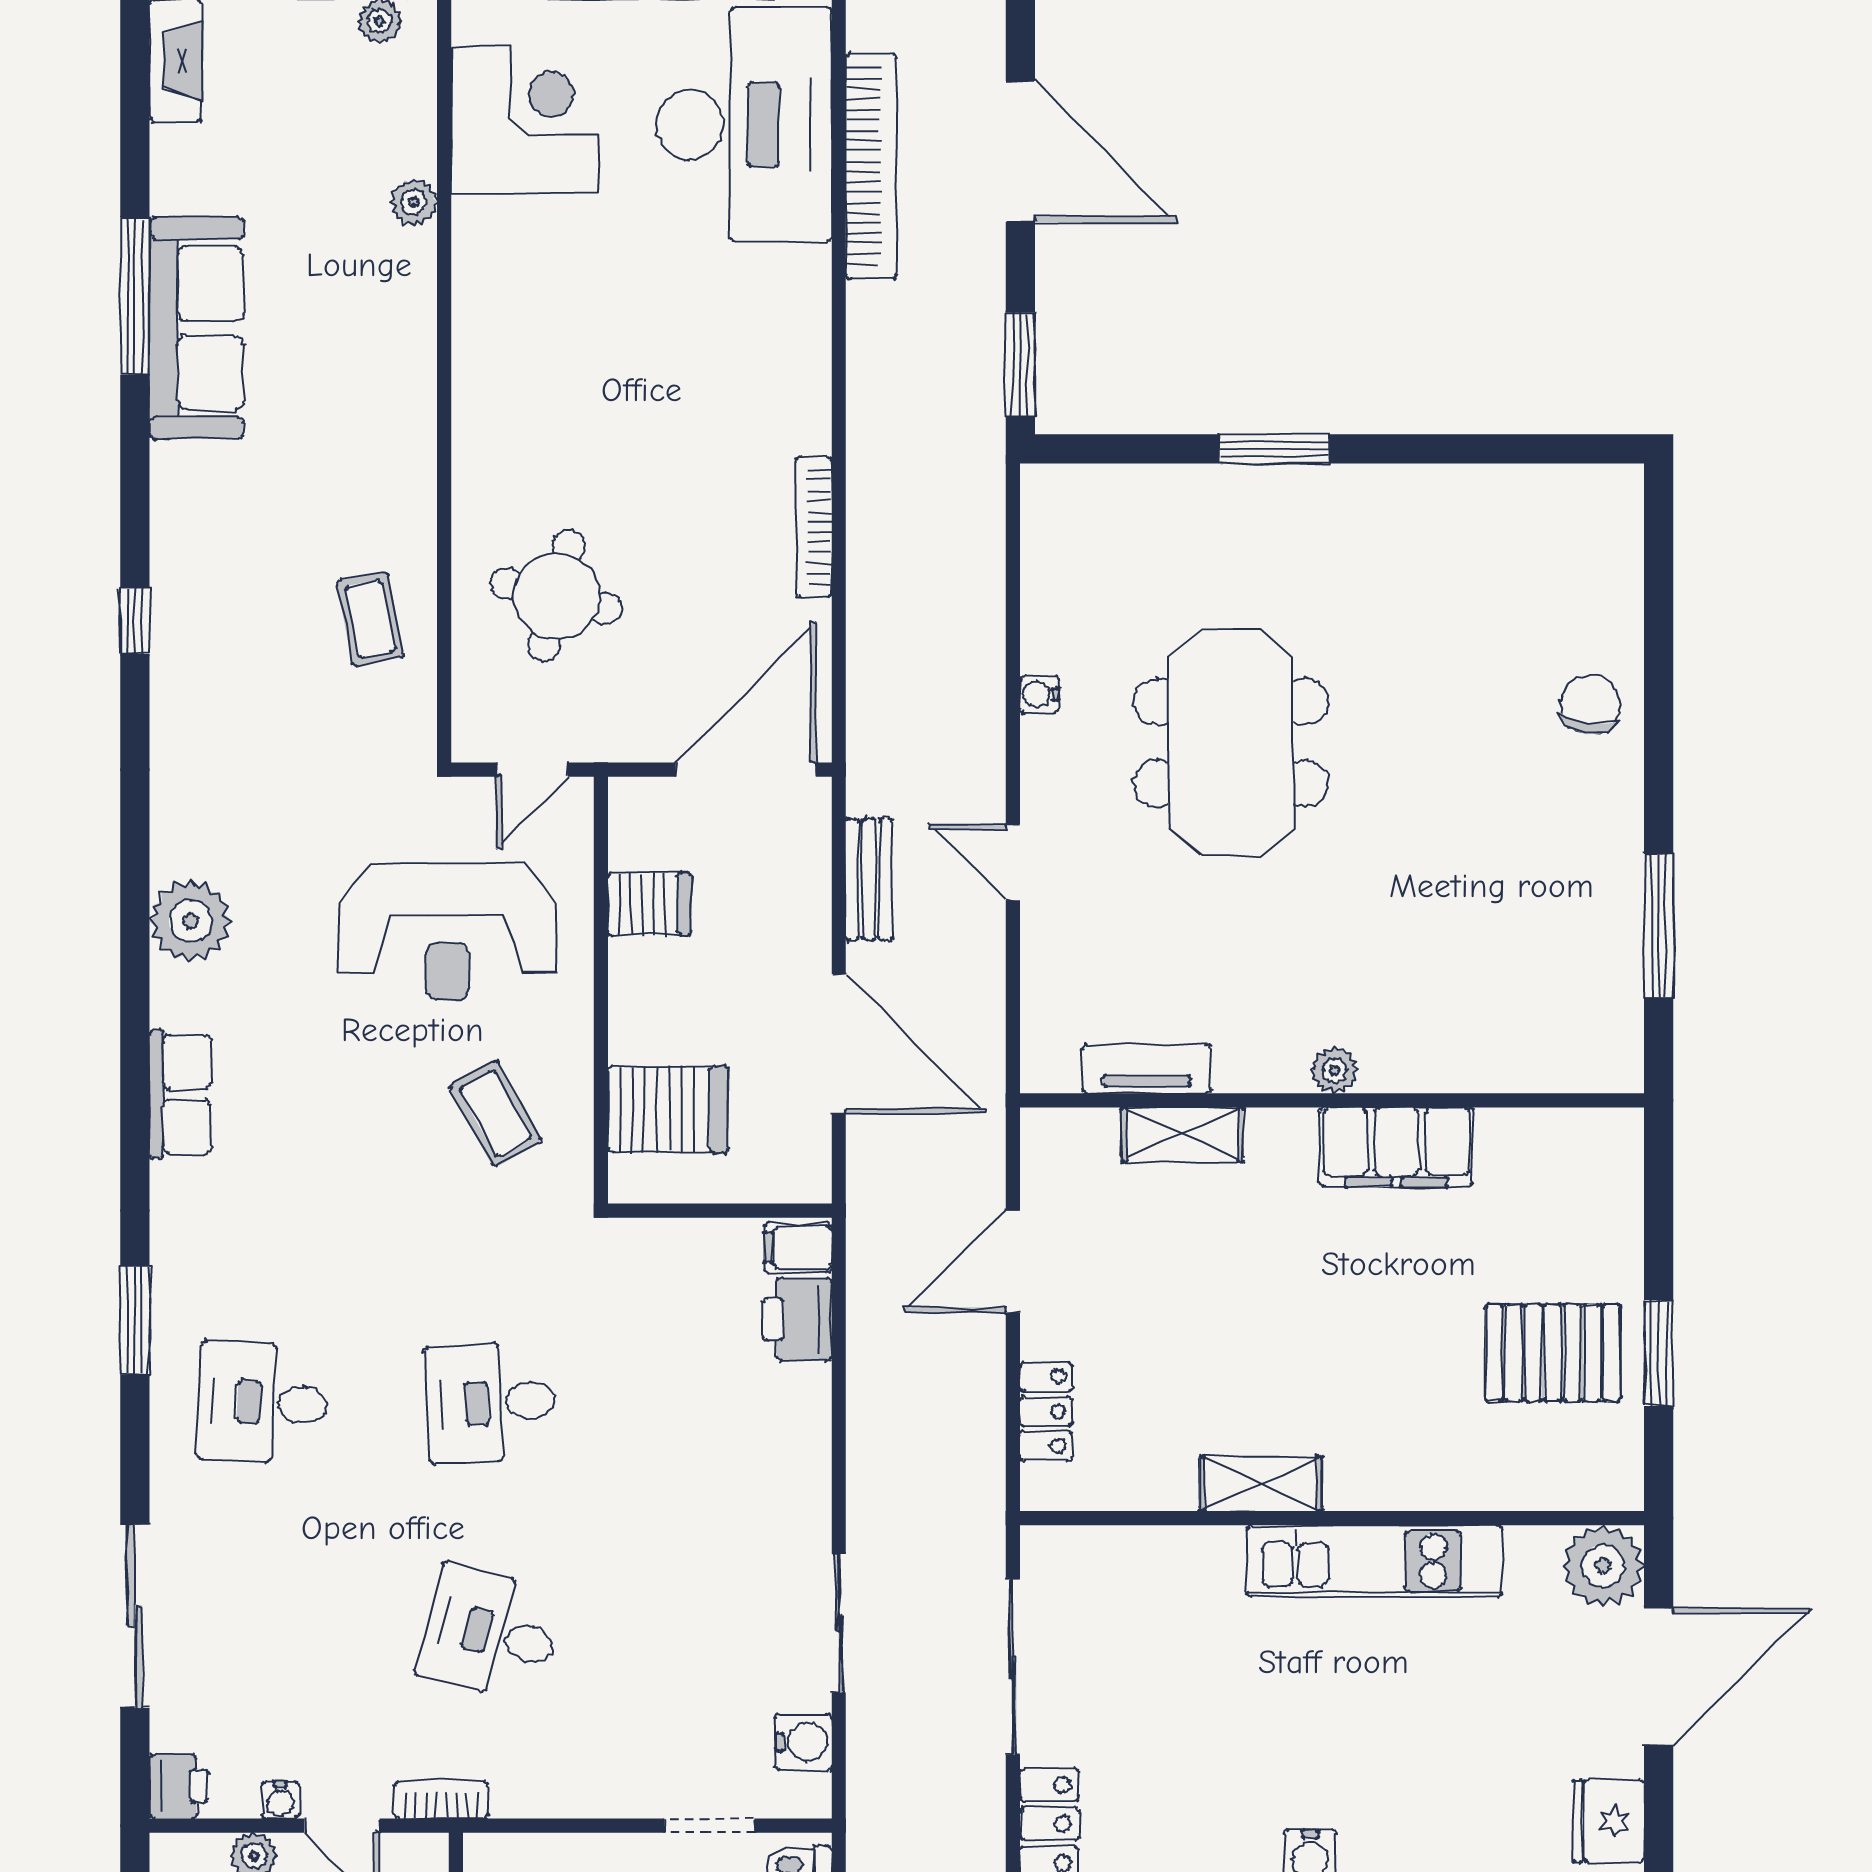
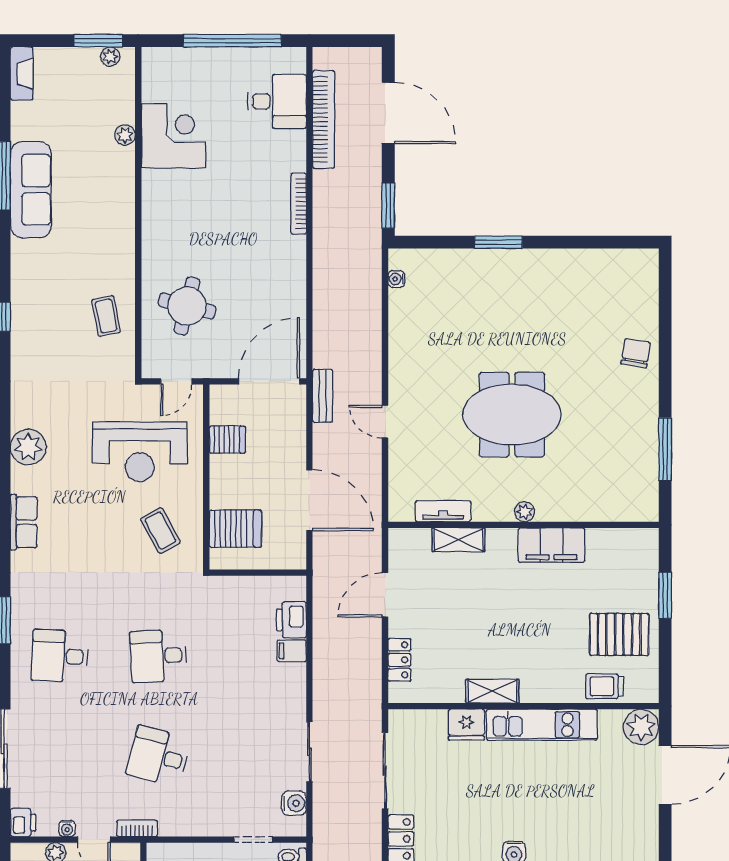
corner desk: (525, 121) -> (173, 136), moved
desk: (744, 124) -> (277, 101), width x0.53, depth x0.77
bookcase: (814, 527) -> (299, 204), moved
water cooler: (1039, 694) -> (396, 279), moved
meeting table: (1231, 742) -> (512, 415), moved, turned 90
bench: (869, 879) -> (323, 396), moved
filing cabinet: (798, 1248) -> (292, 651), moved
window: (1659, 1353) -> (665, 595), moved
trolley: (1519, 1472) -> (605, 686), added
fridge: (1608, 1821) -> (466, 725), moved, turned -90

